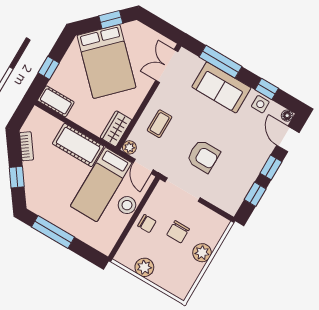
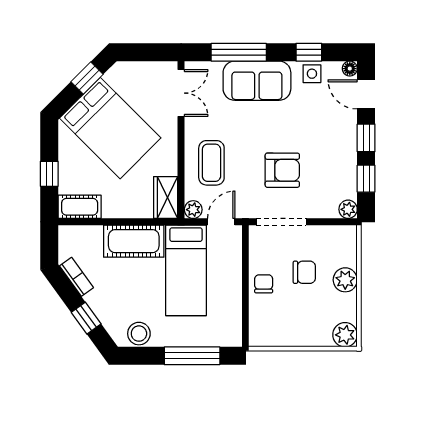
double door: (167, 66) -> (181, 93), swing flipped
coffee table: (160, 124) -> (211, 163), width x1.36, depth x1.30
door: (143, 166) -> (221, 222), swing flipped
stool: (127, 205) -> (139, 334), moved
plant: (231, 207) -> (348, 209), added
chair: (147, 224) -> (264, 284), turned -90
window: (53, 232) -> (192, 356), moved
chair: (178, 232) -> (304, 272), turned -90
plant: (144, 267) -> (345, 335), moved

